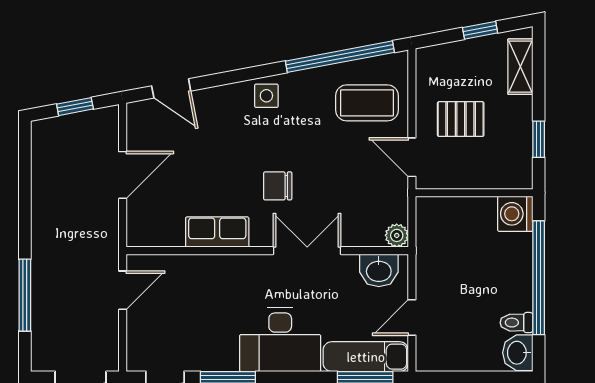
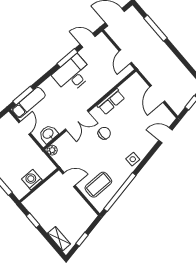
pallet: (461, 119) -> (64, 205), removed
washing machine: (515, 214) -> (32, 180), moved, turned -90
desk: (280, 340) -> (73, 74), moved

